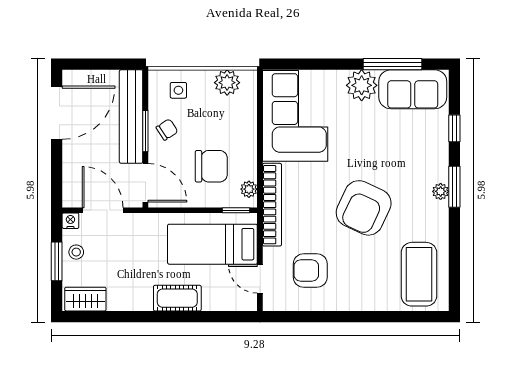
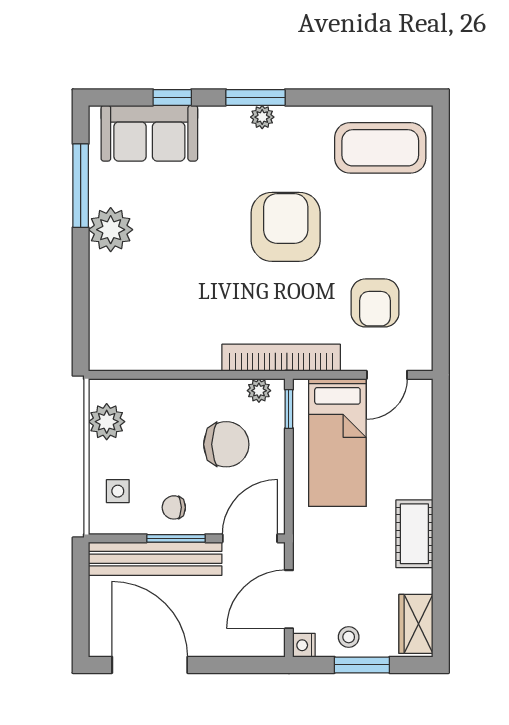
sofa: (413, 89) -> (149, 133), moved, turned 90
corner sofa: (295, 116) -> (154, 325), removed
chair: (167, 130) -> (174, 507), turned -57
chair: (211, 166) -> (226, 444), turned 90
armchair: (364, 208) -> (286, 227), turned -115
cot: (177, 298) -> (414, 534), moved

